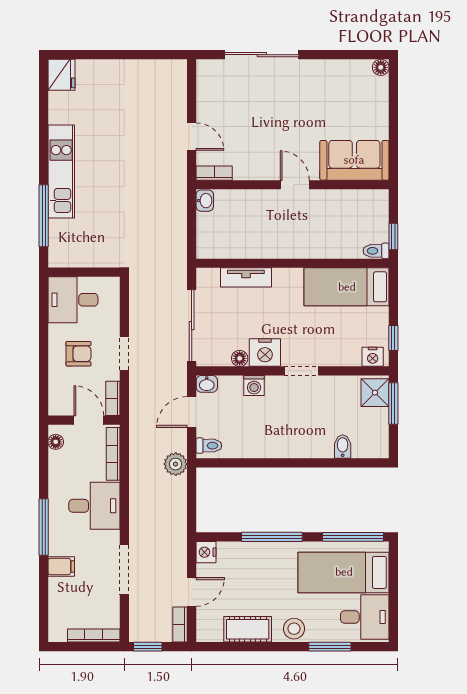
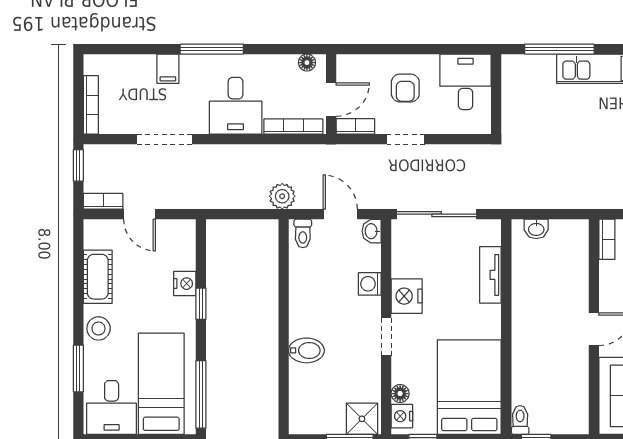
washbasin: (205, 201) -> (536, 229), moved
bed: (347, 287) -> (469, 387), width x1.50
floor lamp: (240, 358) -> (400, 394), moved
bidet: (343, 447) -> (306, 350), moved, width x1.38, depth x1.36
window: (272, 537) -> (201, 304), width x0.46
nightstand: (206, 552) -> (185, 284), moved, turned 90

